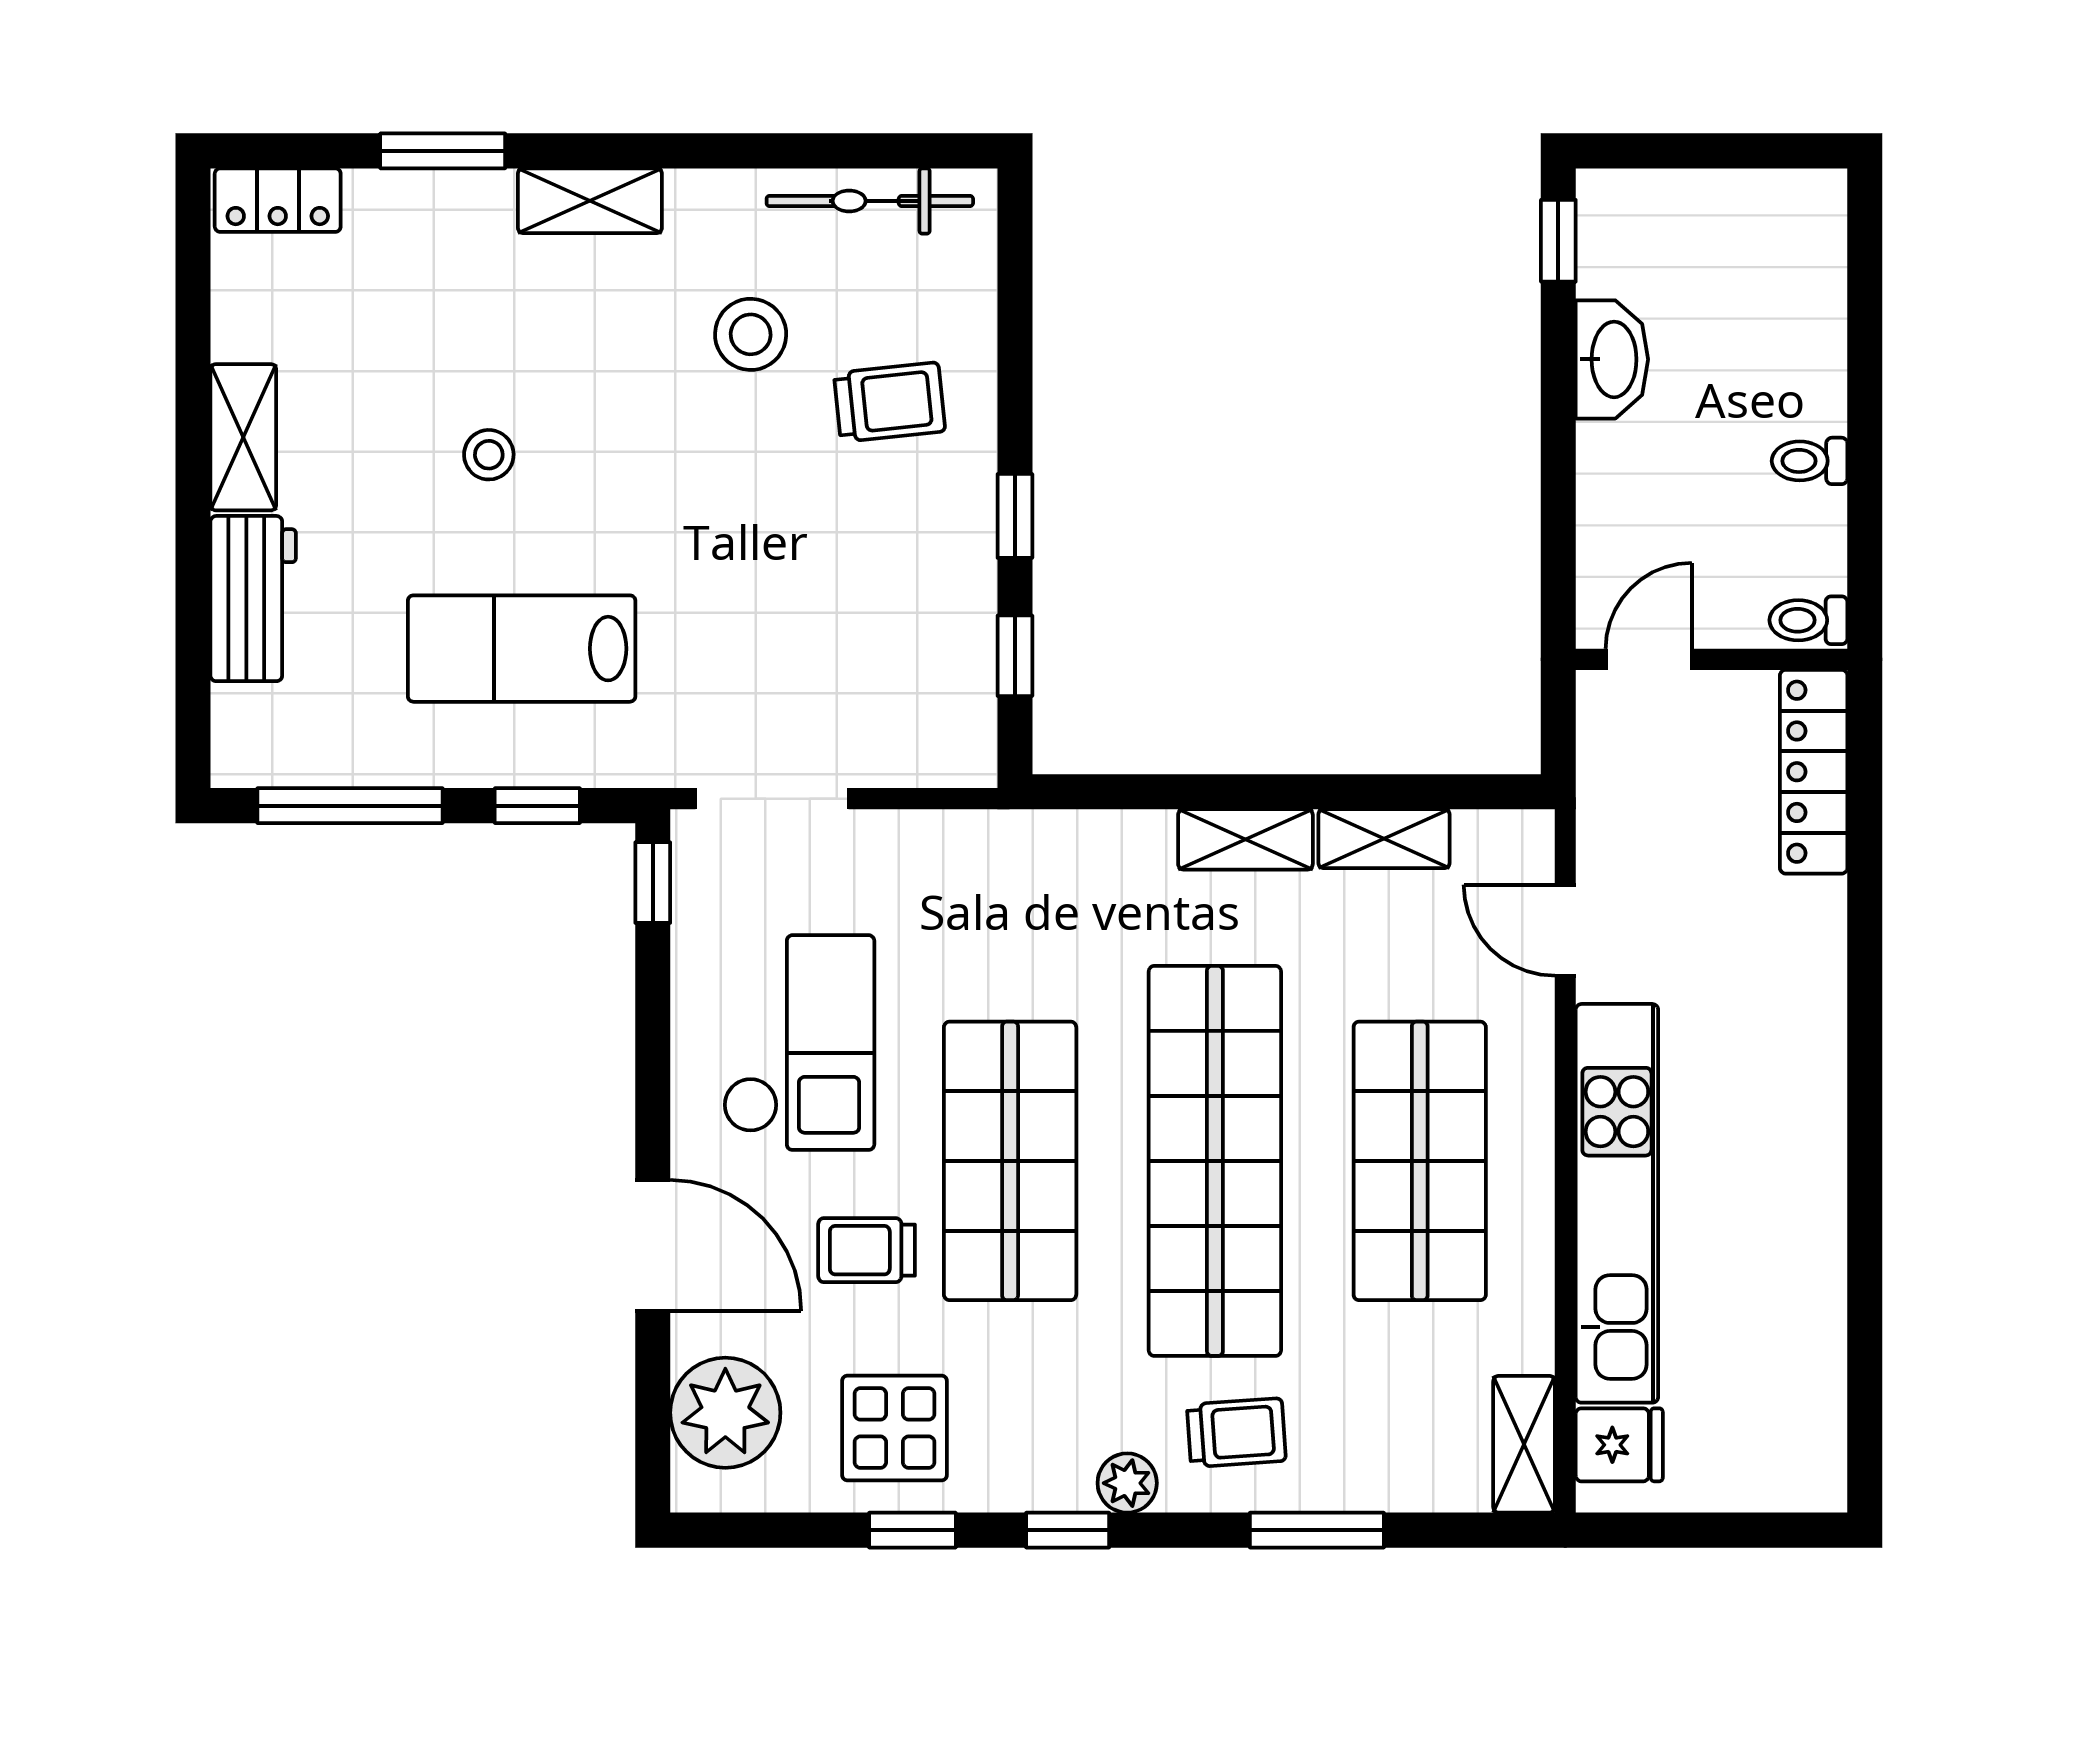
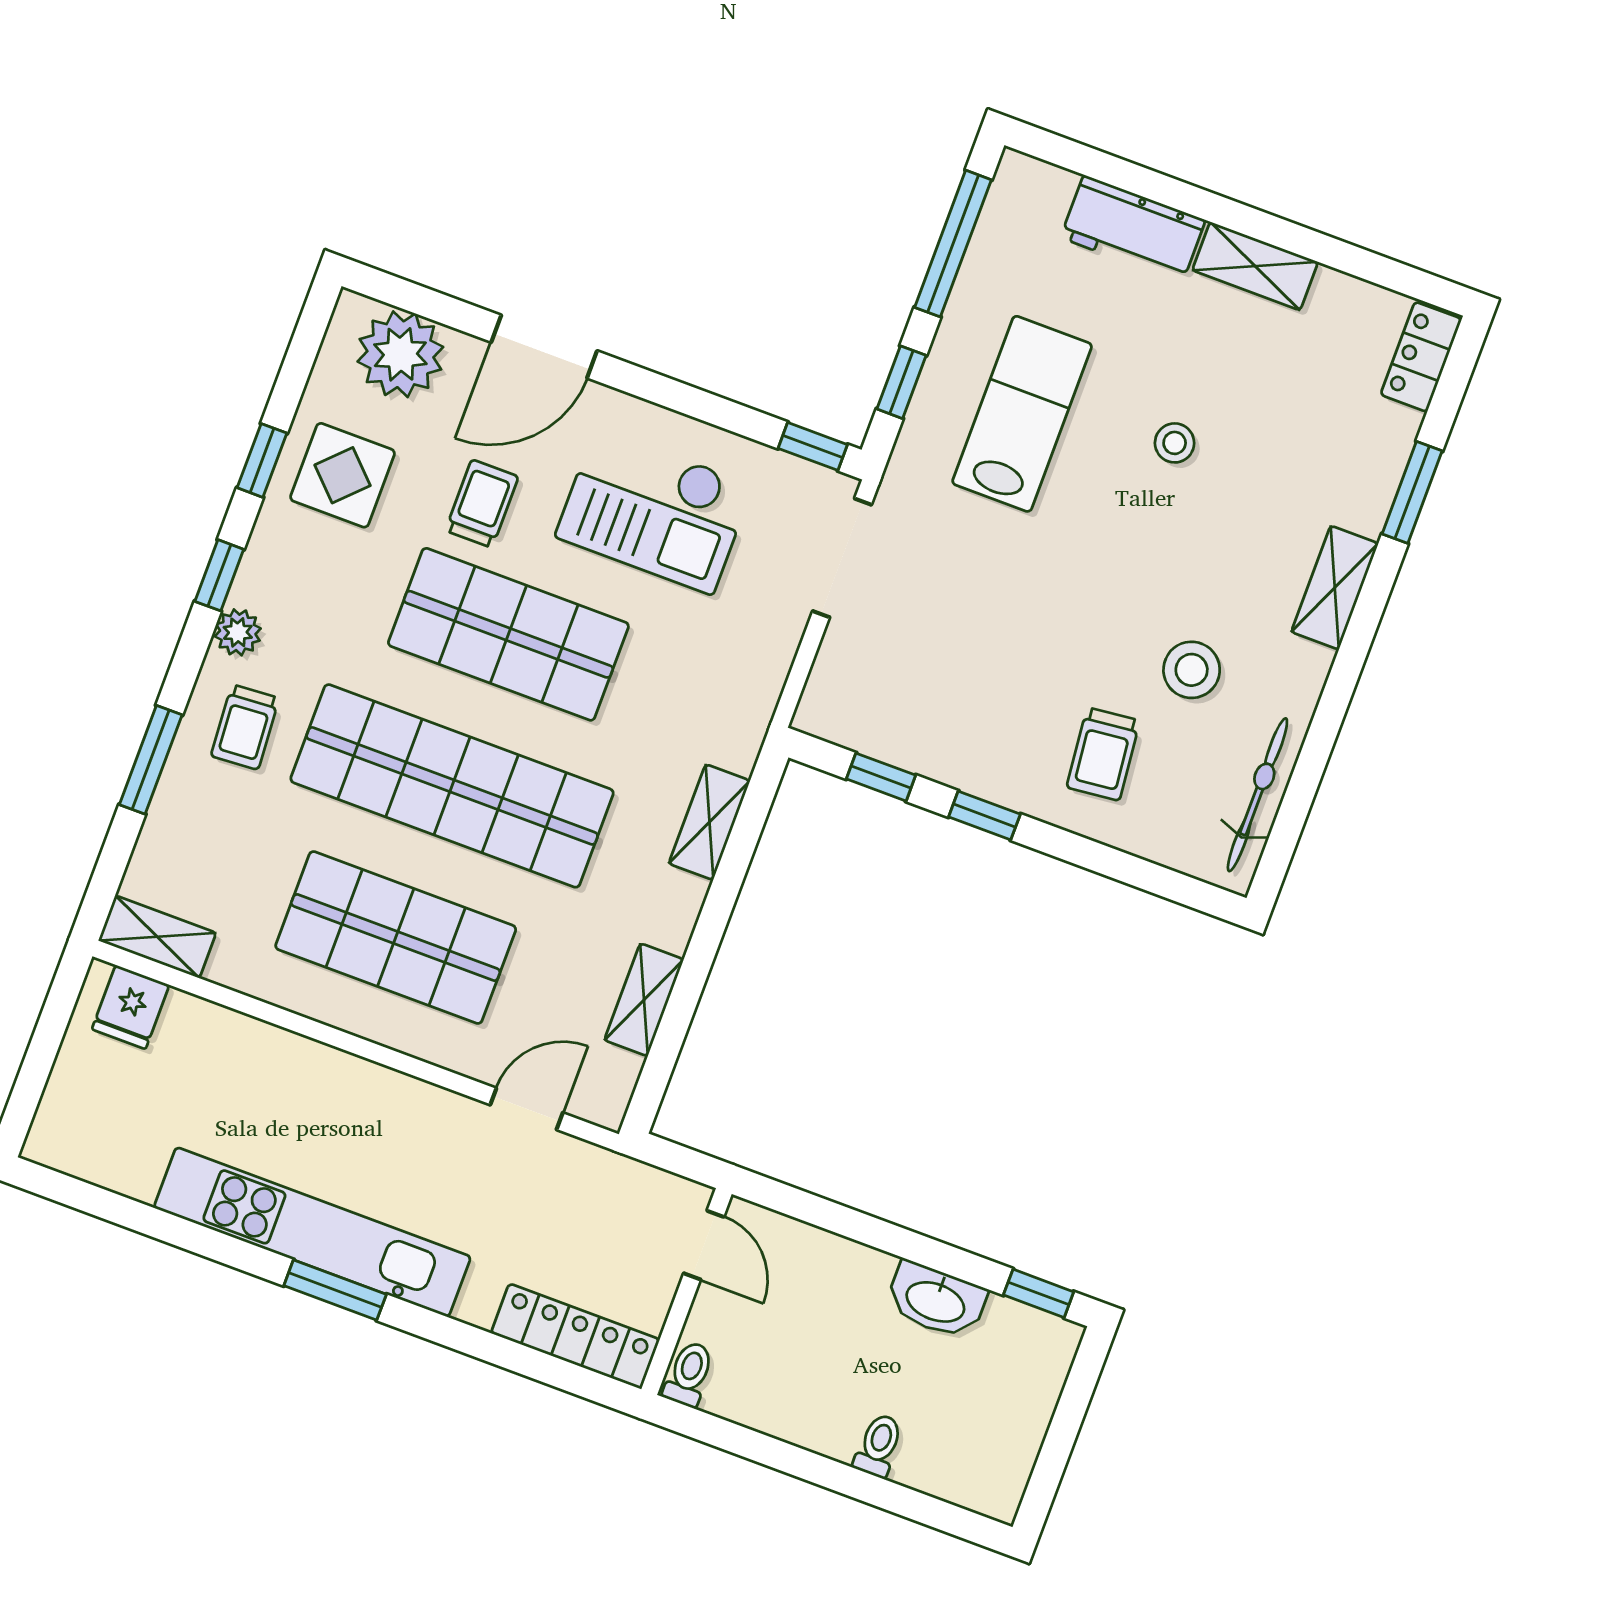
toilet: (1810, 461) -> (878, 1446), moved
shelving: (1245, 839) -> (709, 822), moved
window: (1865, 1077) -> (335, 1290), added
kitchen unit: (1617, 1203) -> (312, 1232), moved, turned 180

